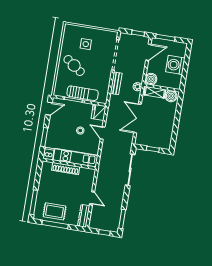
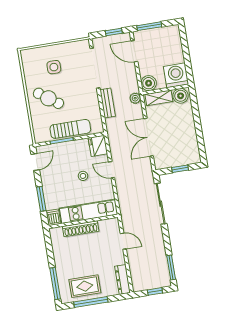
door: (148, 52) -> (134, 51), swing flipped
washing machine: (175, 65) -> (176, 75), moved, turned 90
door: (92, 198) -> (123, 241), moved

